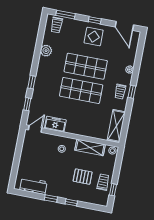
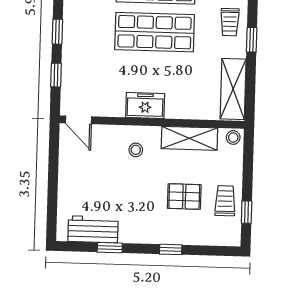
window: (132, 92) -> (252, 40), moved
freezer: (55, 124) -> (145, 105), moved
door: (35, 129) -> (79, 120), swing flipped
window: (51, 198) -> (110, 248), moved

